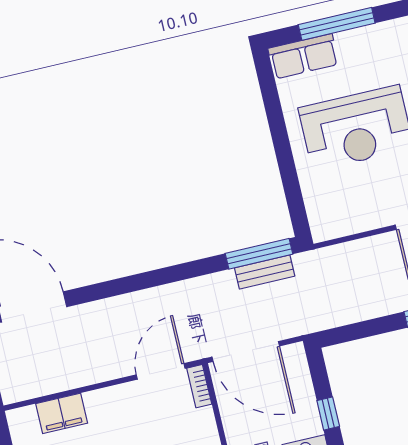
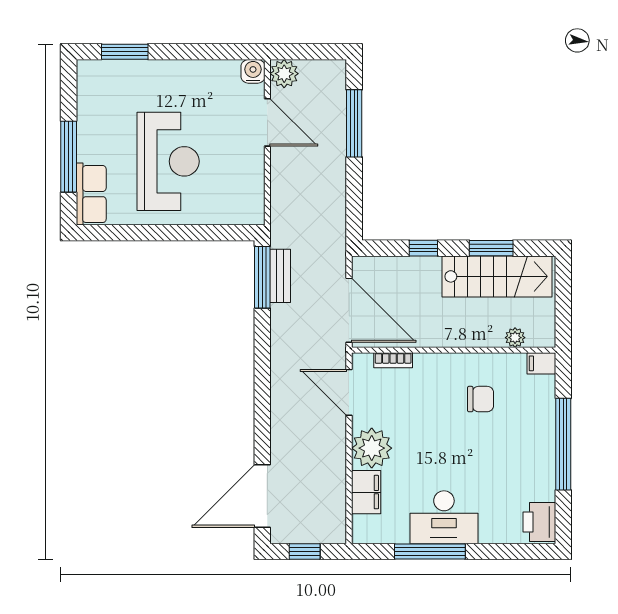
door: (246, 352) -> (349, 310), hinge flipped
bookcase: (199, 386) -> (393, 360), moved
plant: (109, 409) -> (372, 448), added

